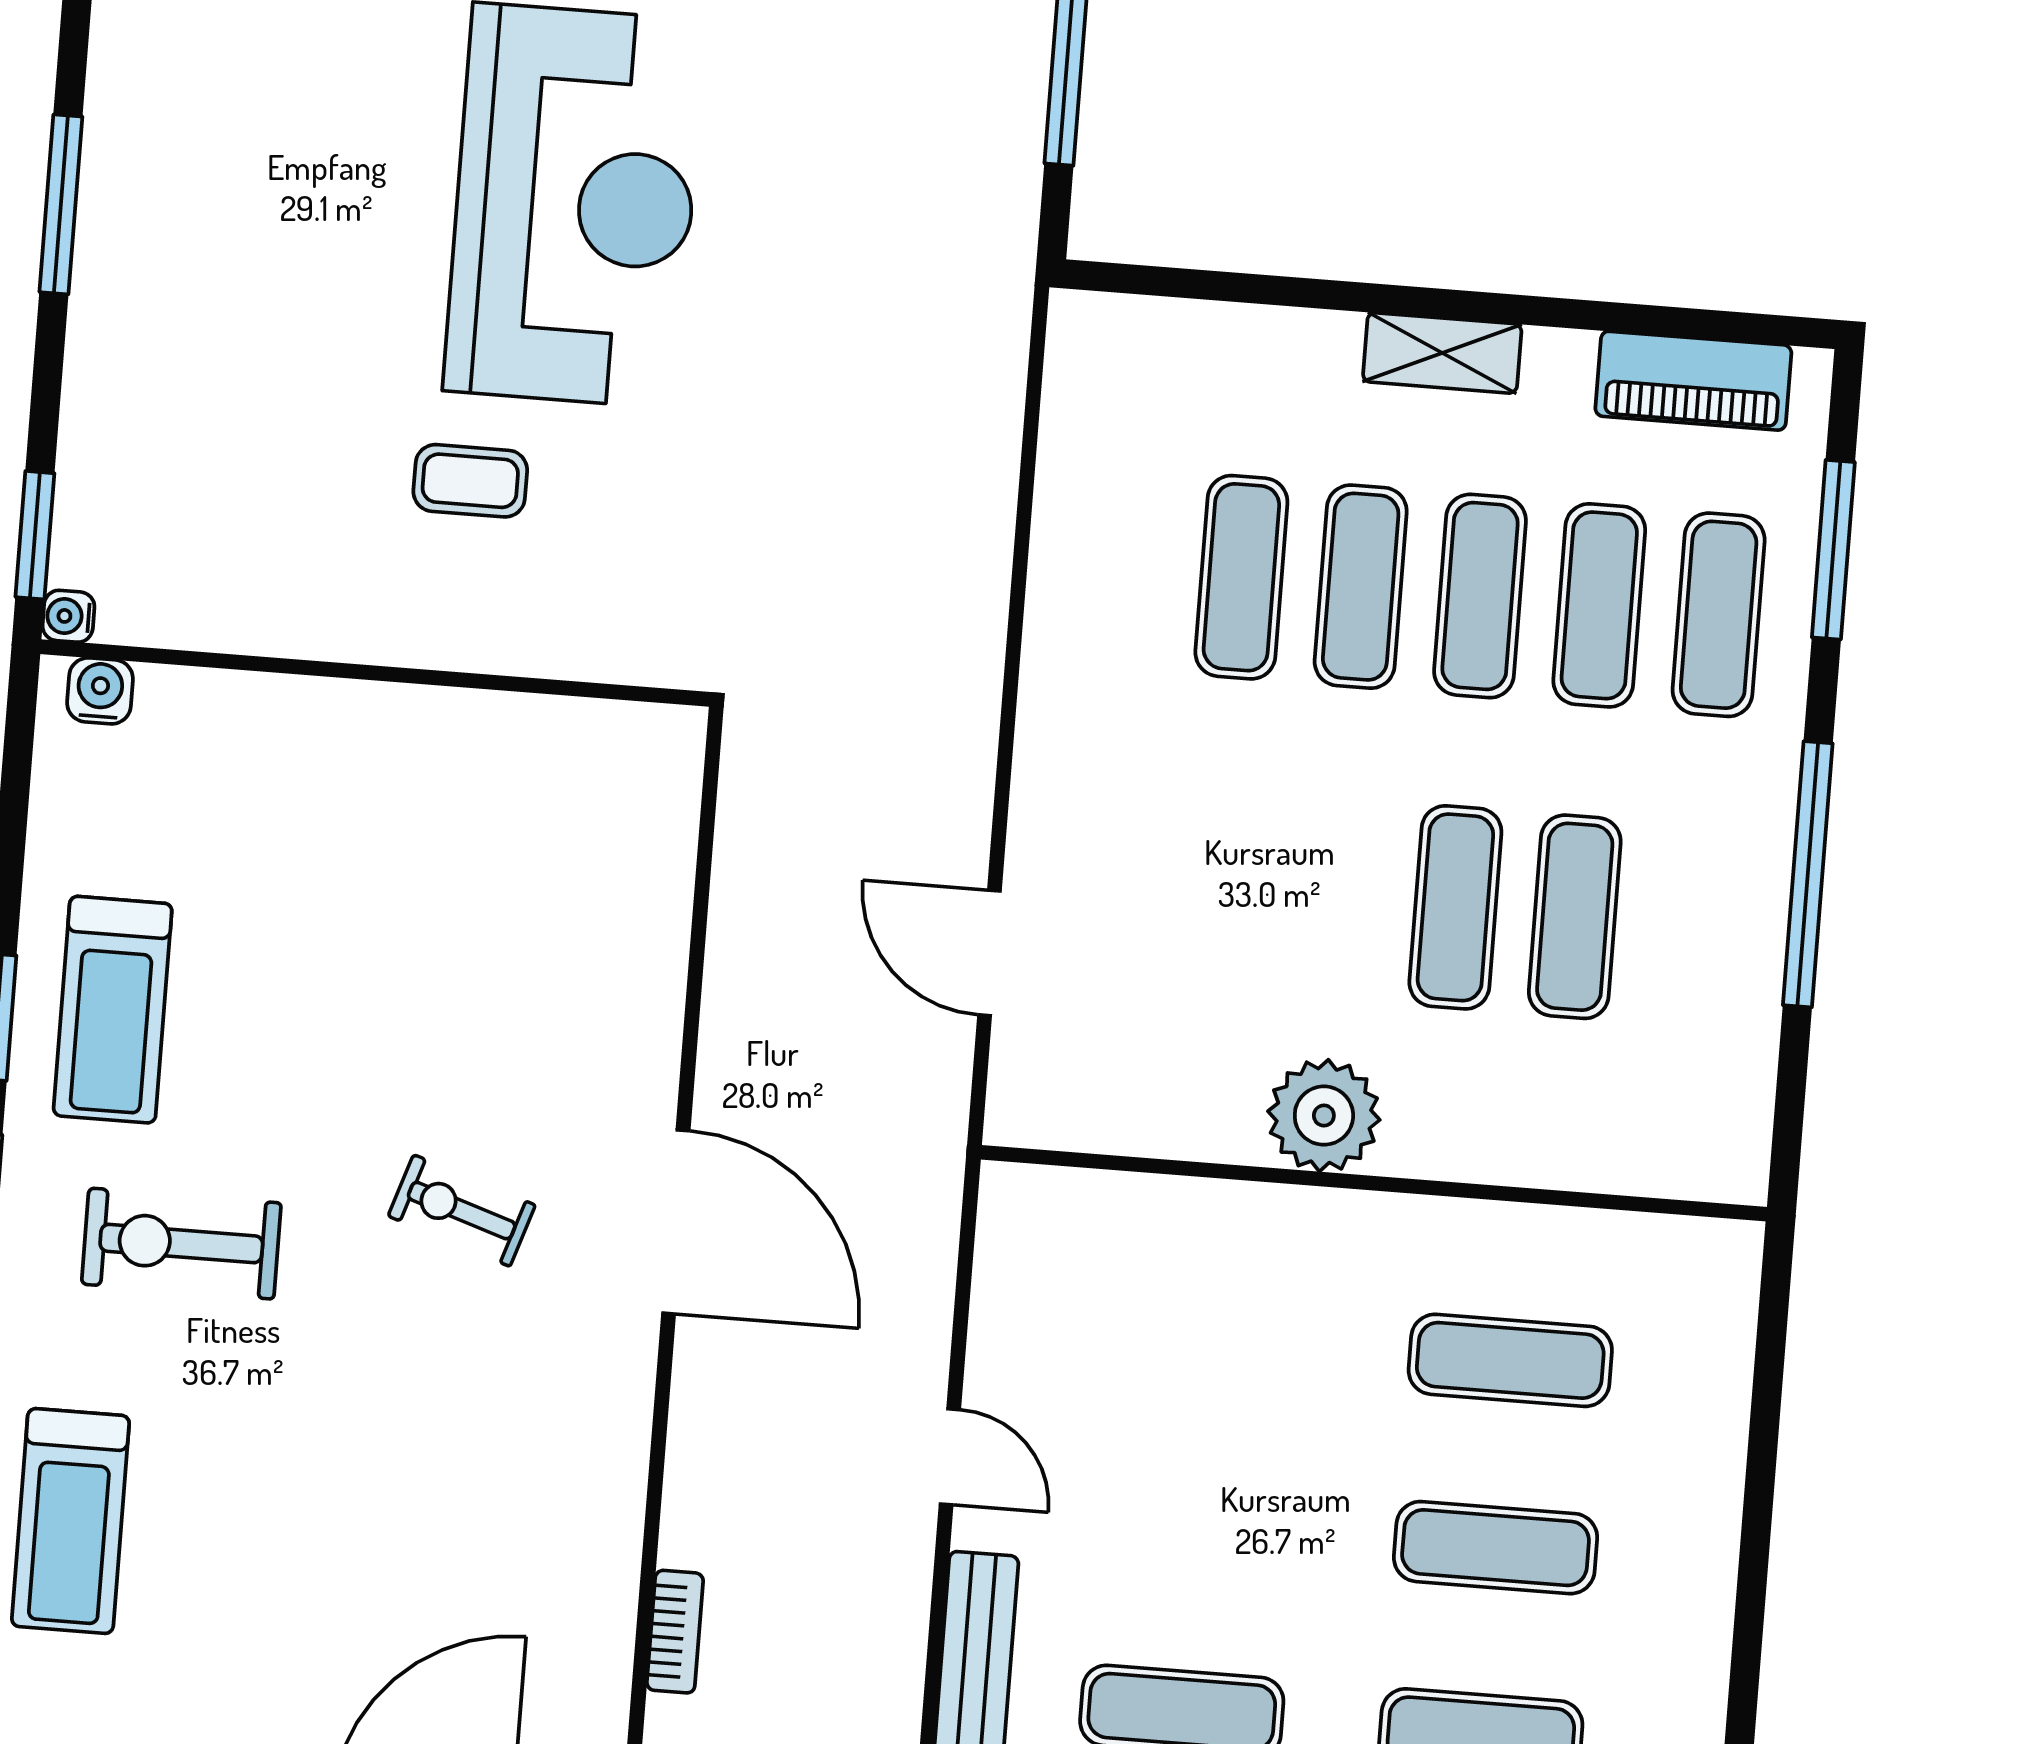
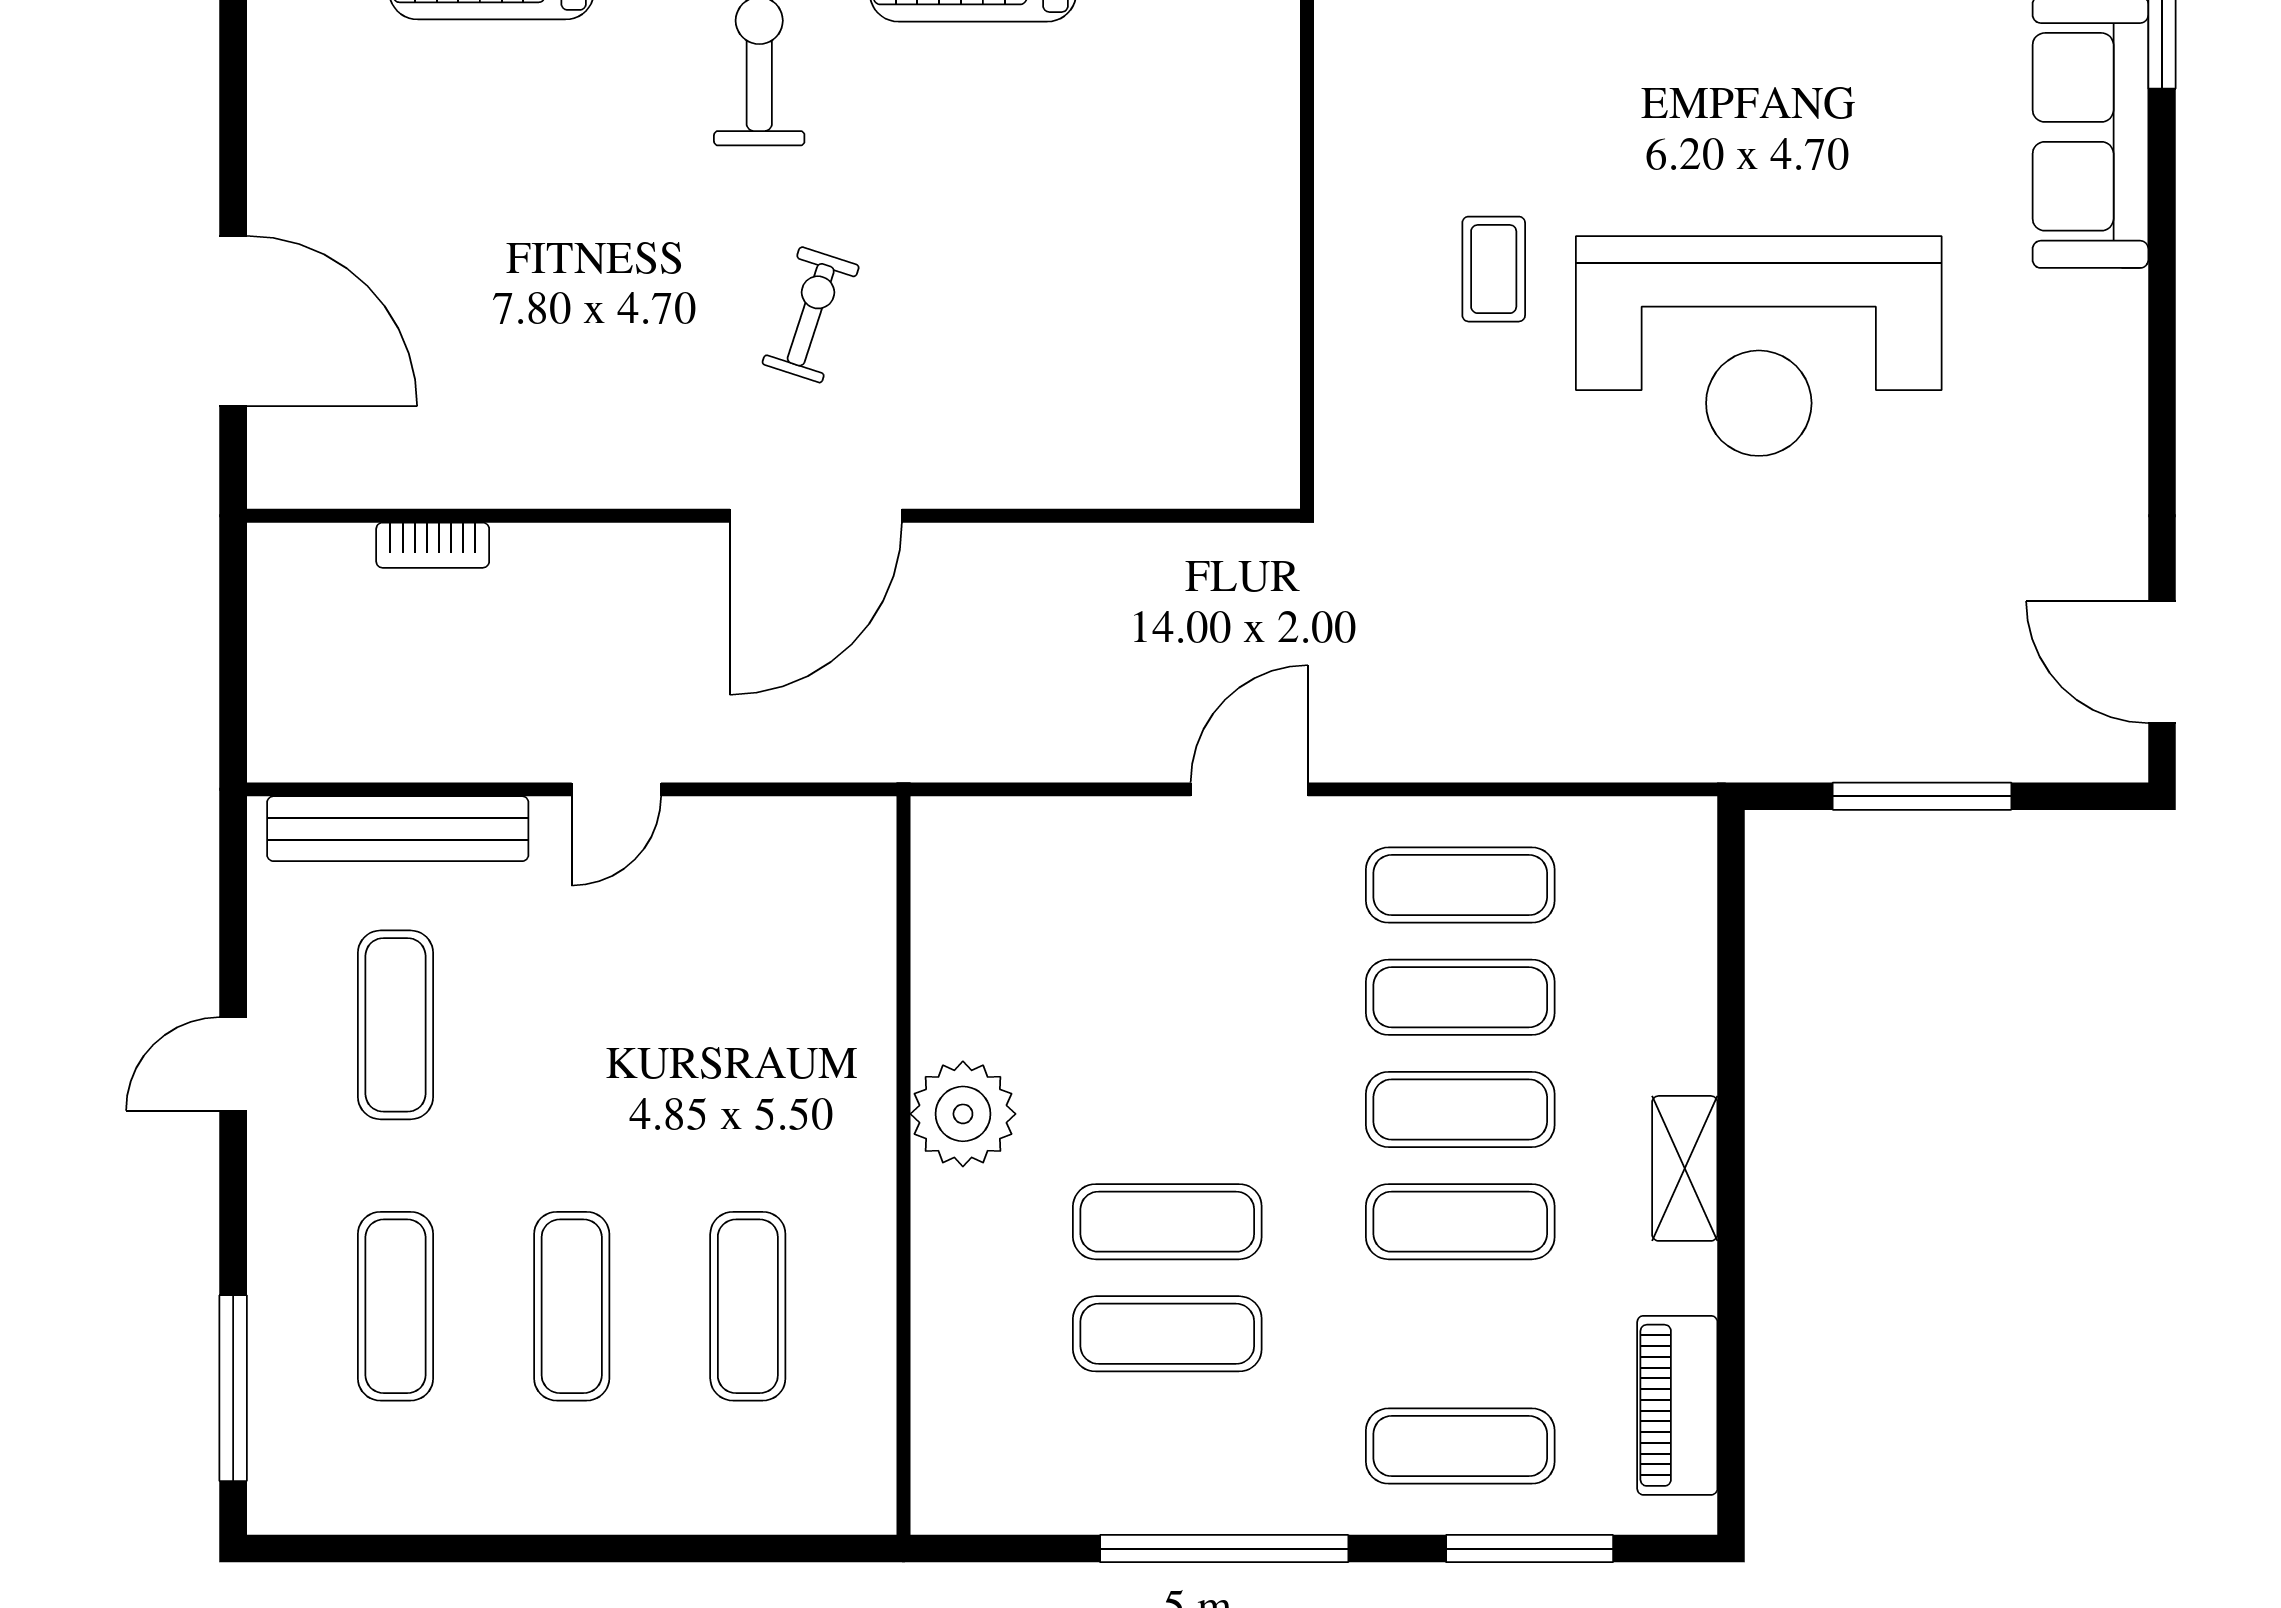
exercise mat: (1599, 605) -> (1460, 885), moved
door: (990, 953) -> (1249, 789), moved

